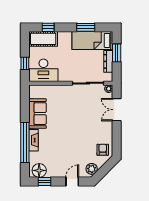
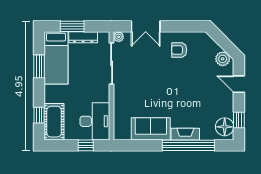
armchair: (103, 150) -> (179, 50), moved

